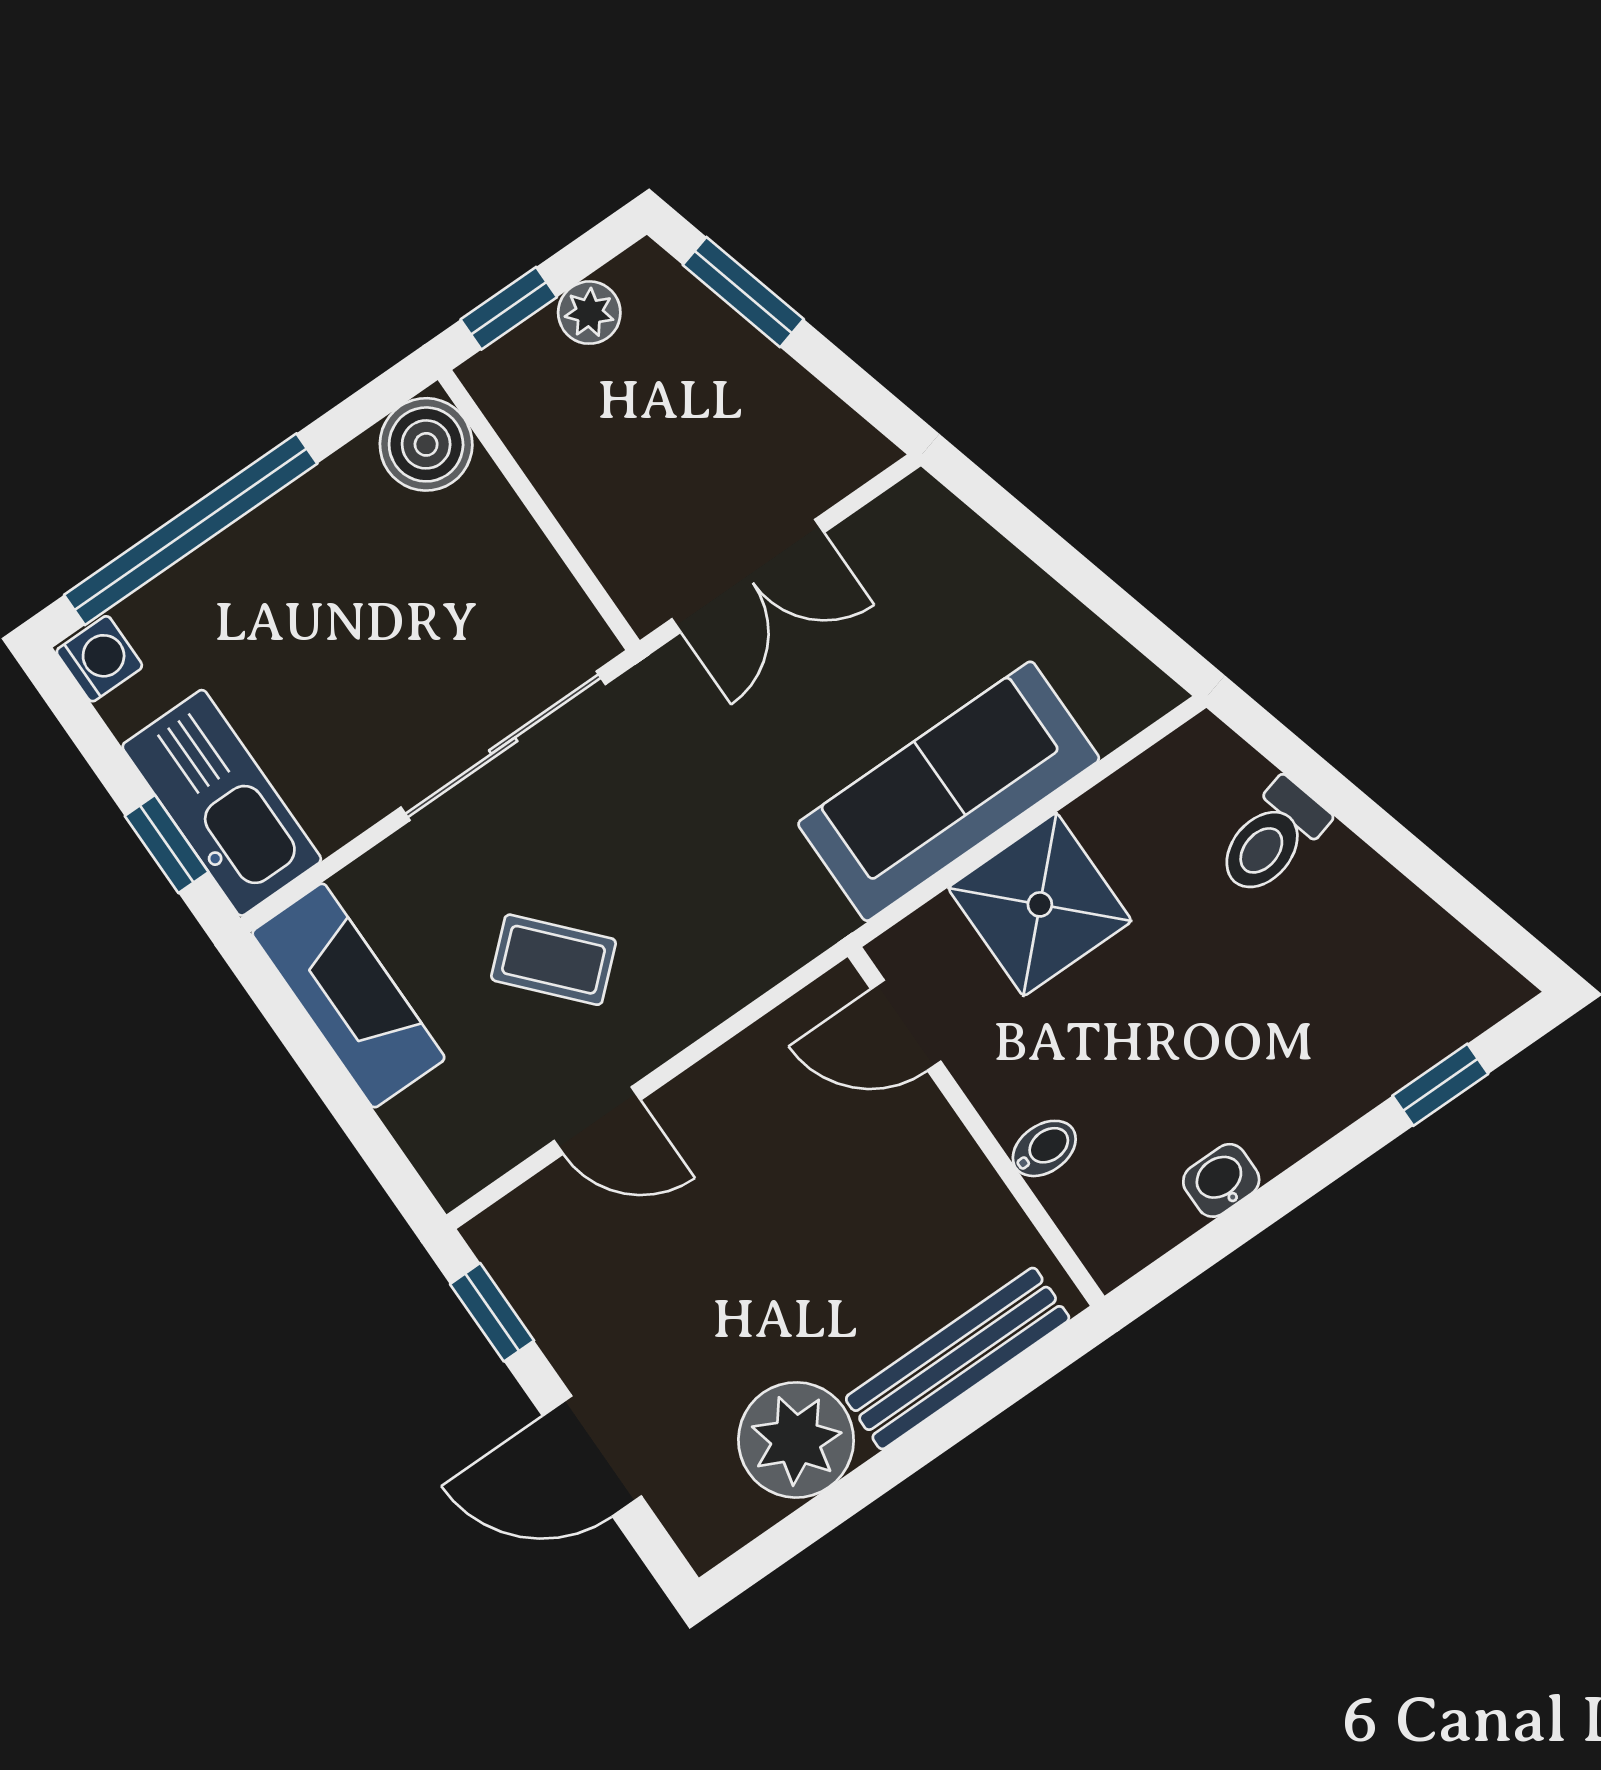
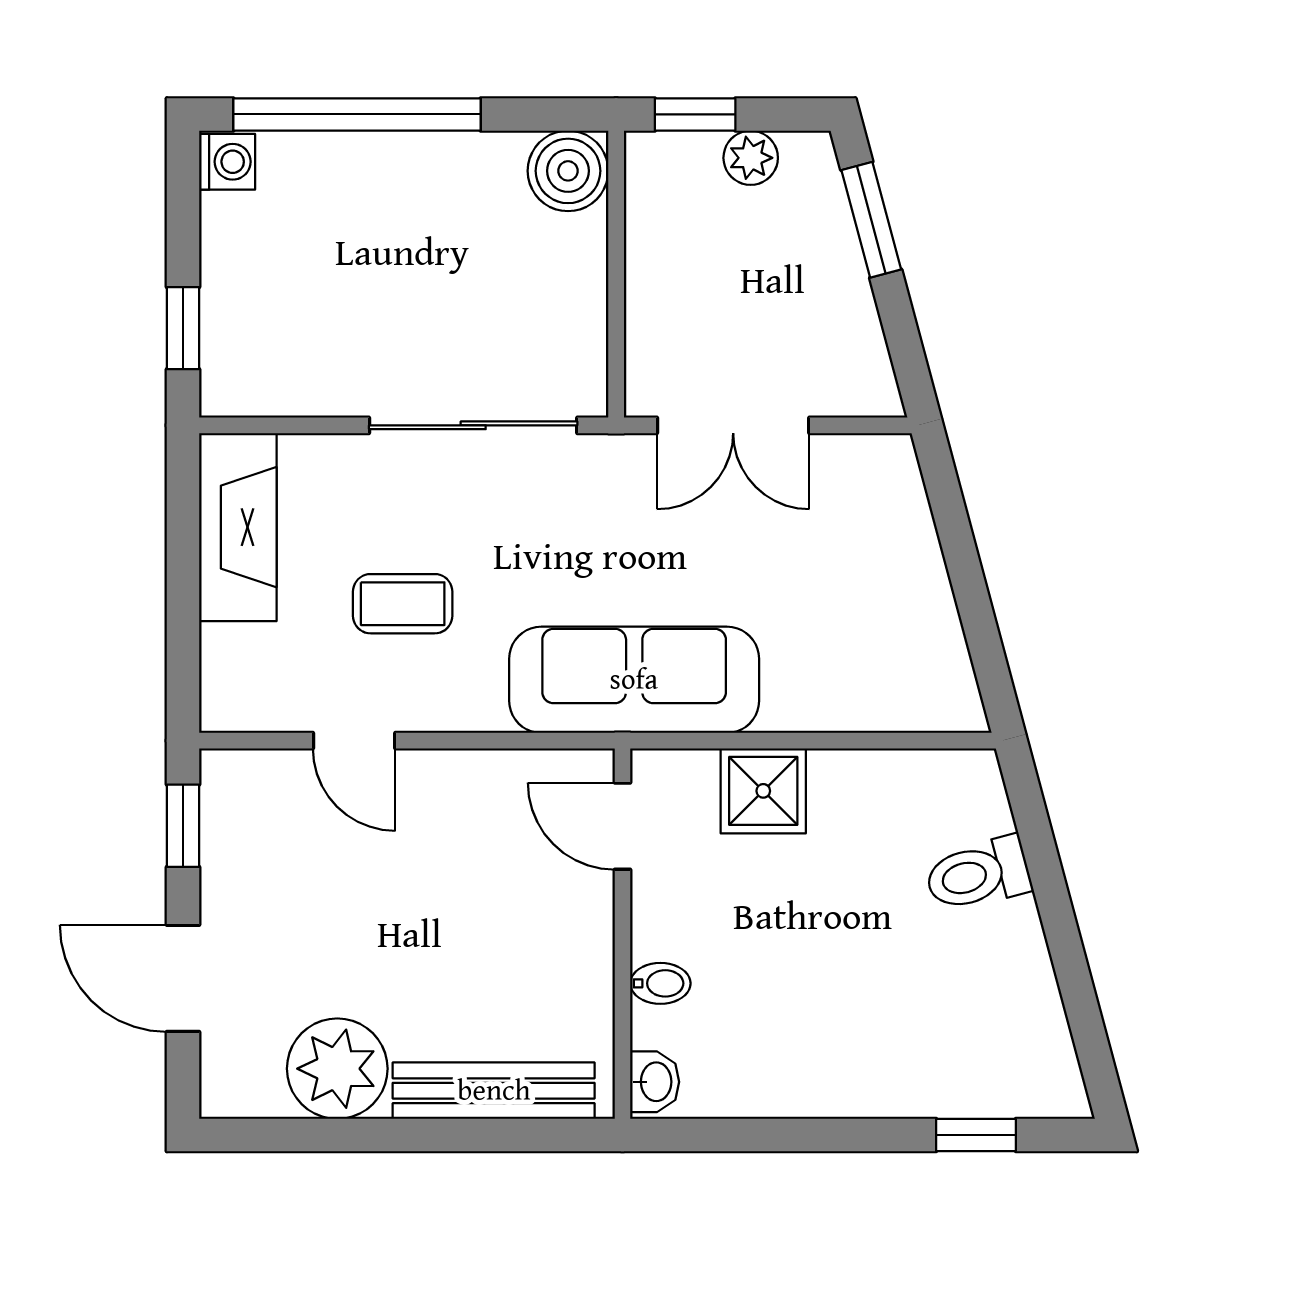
sofa: (949, 791) -> (634, 680), moved
kitchen sink: (222, 803) -> (243, 326), removed
shower: (1040, 904) -> (763, 791), width x0.73, depth x0.73
coffee table: (554, 960) -> (403, 604), turned -48
washbasin: (1221, 1180) -> (655, 1082), moved, turned 90

